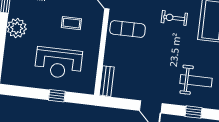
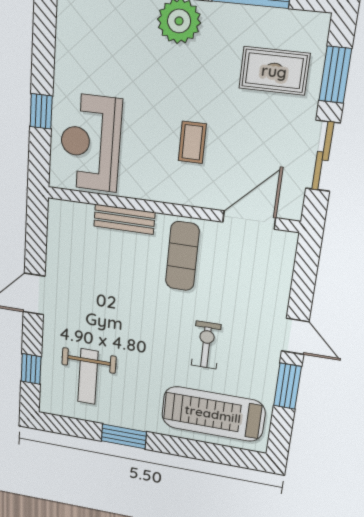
reception desk: (58, 63) -> (90, 143), moved
bench: (107, 81) -> (124, 219), moved

